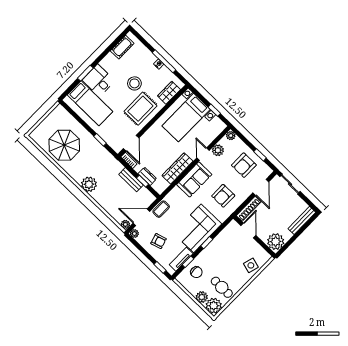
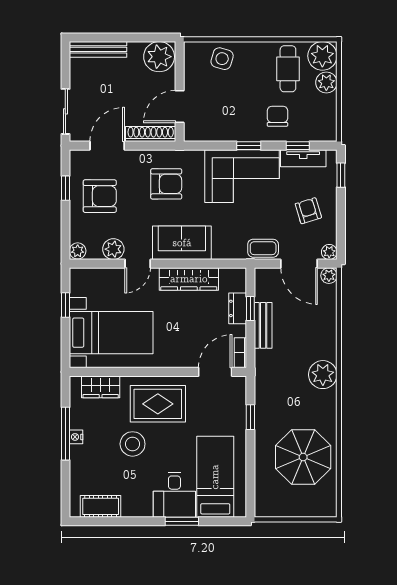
chair: (196, 272) -> (277, 116), moved

